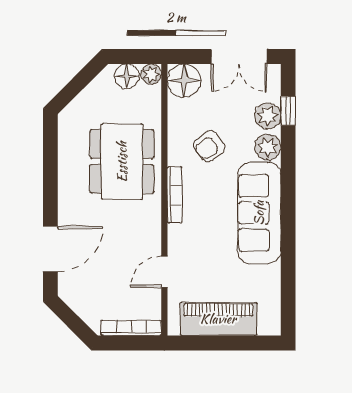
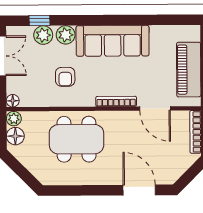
floor lamp: (184, 81) -> (13, 101), width x0.53, depth x0.53
armchair: (209, 146) -> (65, 77), turned 36
bookcase: (175, 195) -> (116, 101), moved
door: (164, 272) -> (155, 108), width x1.38

